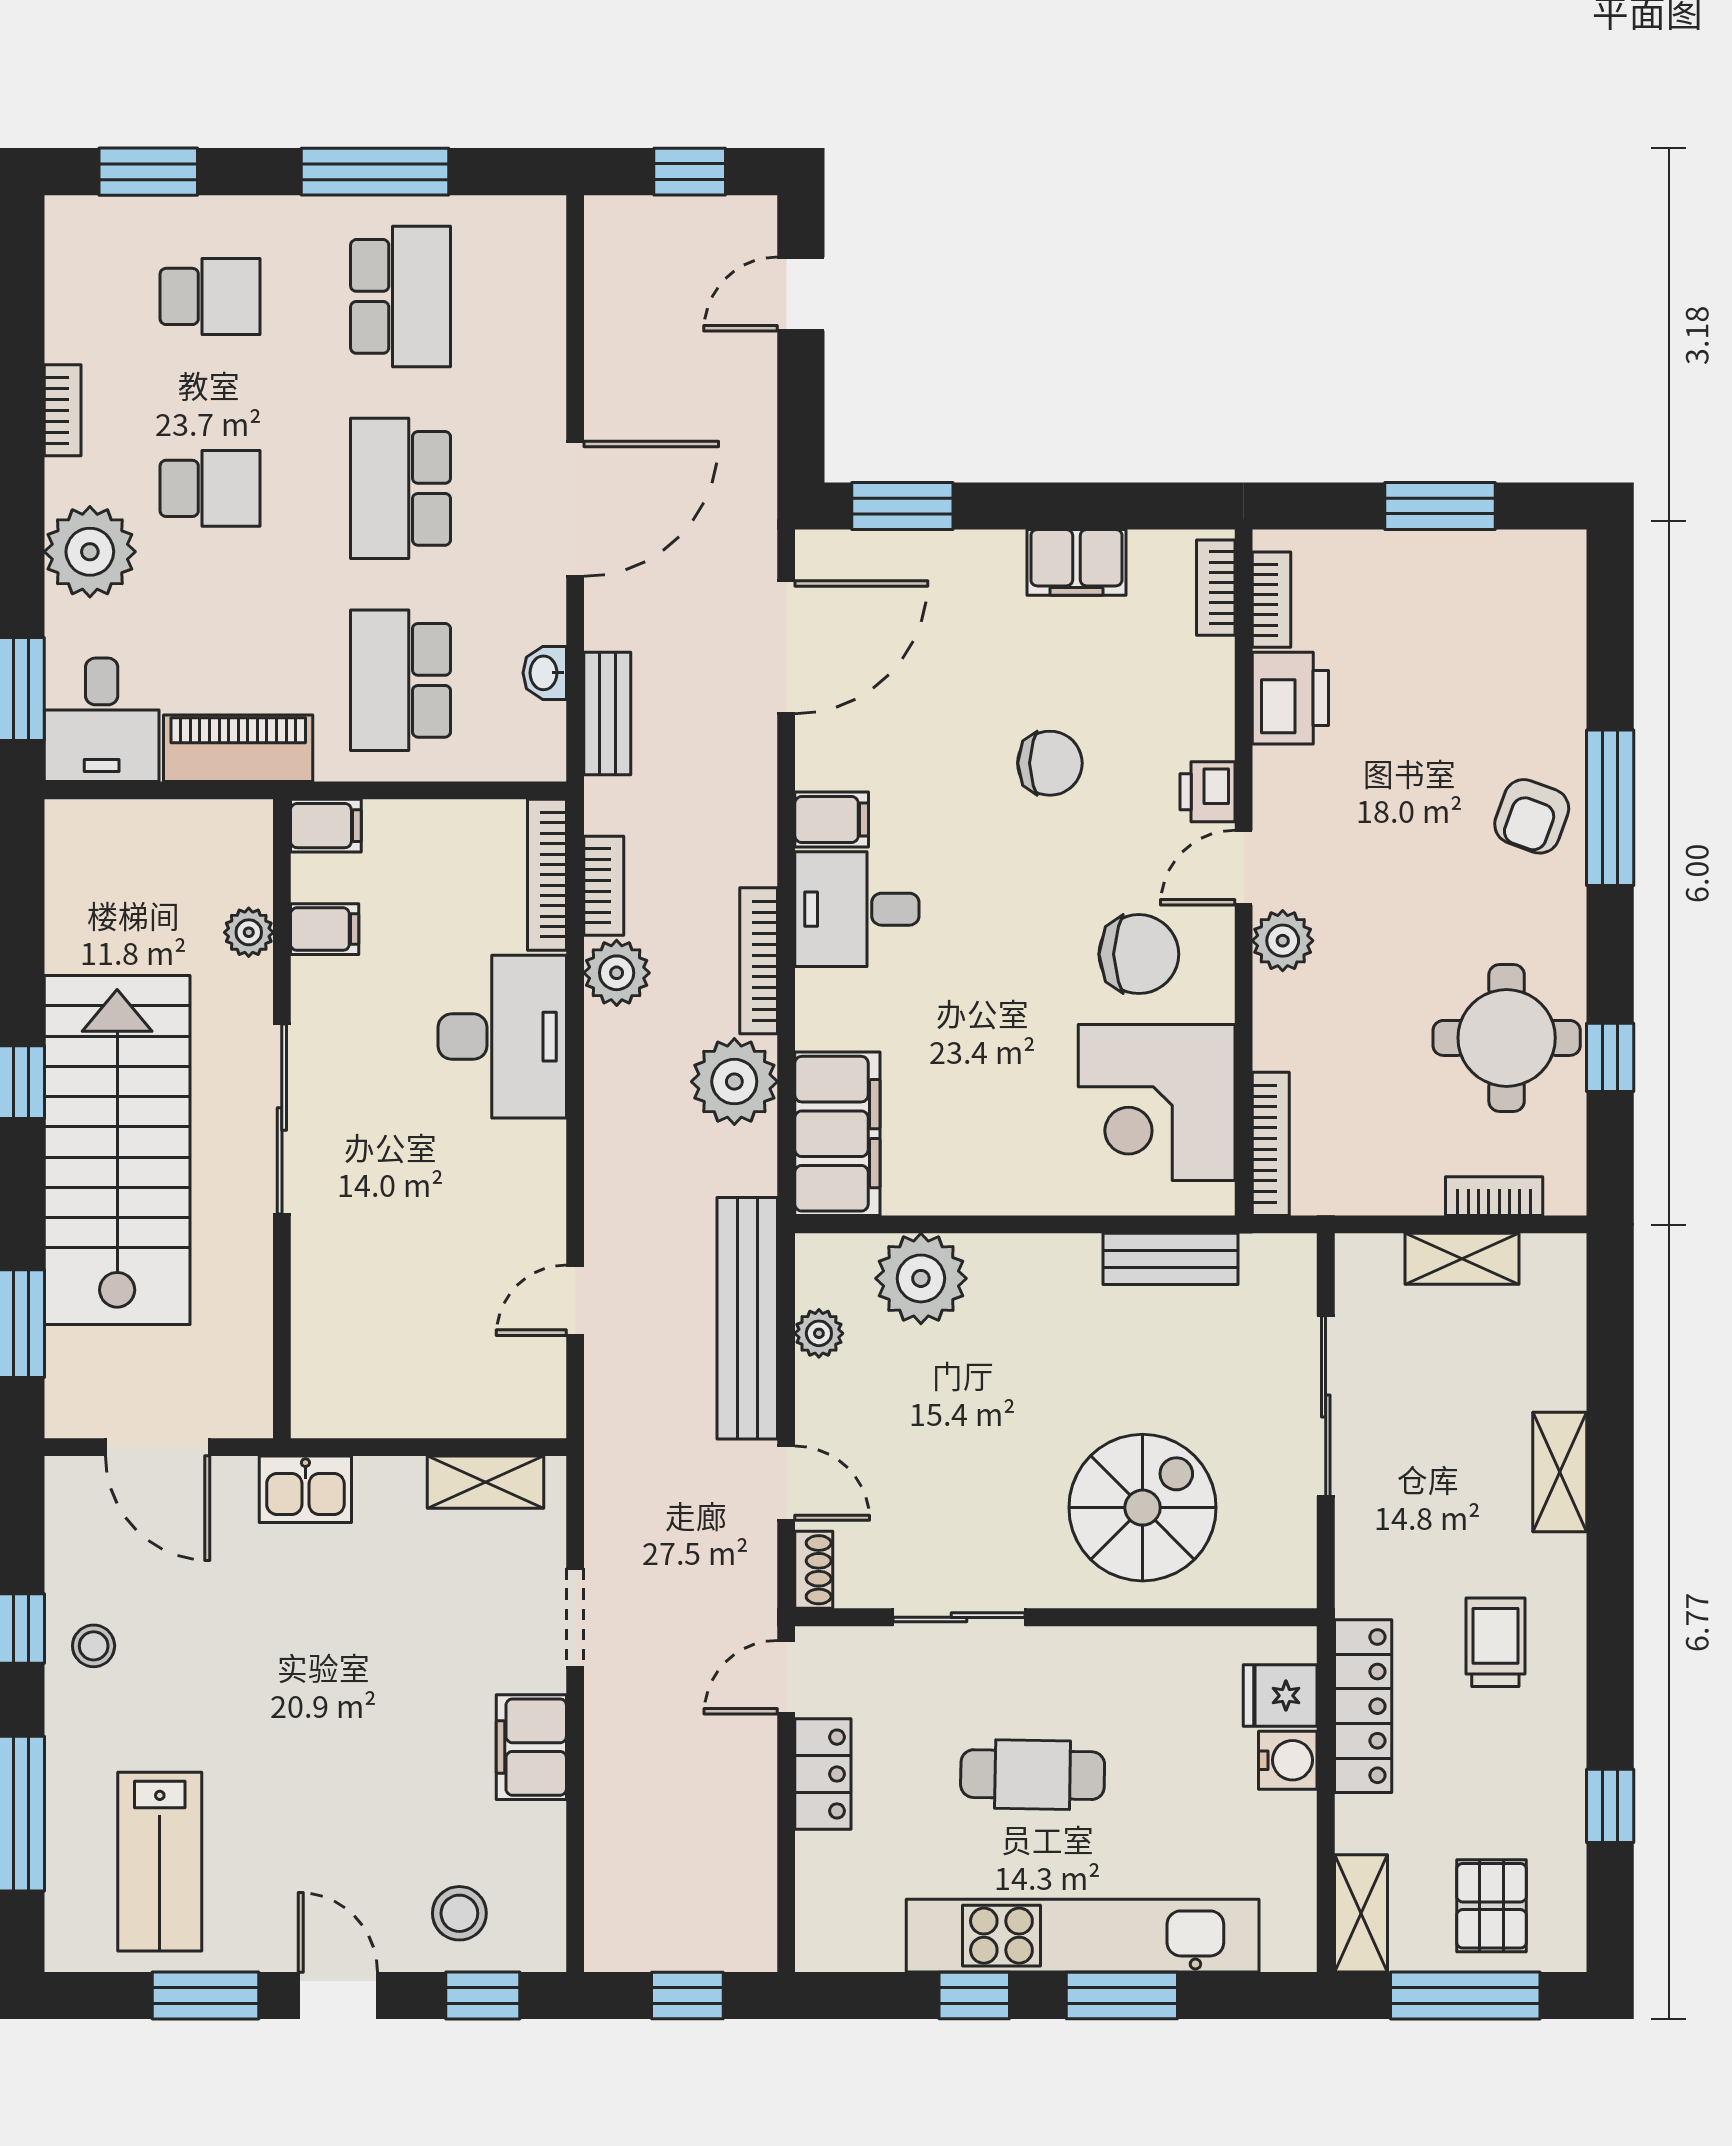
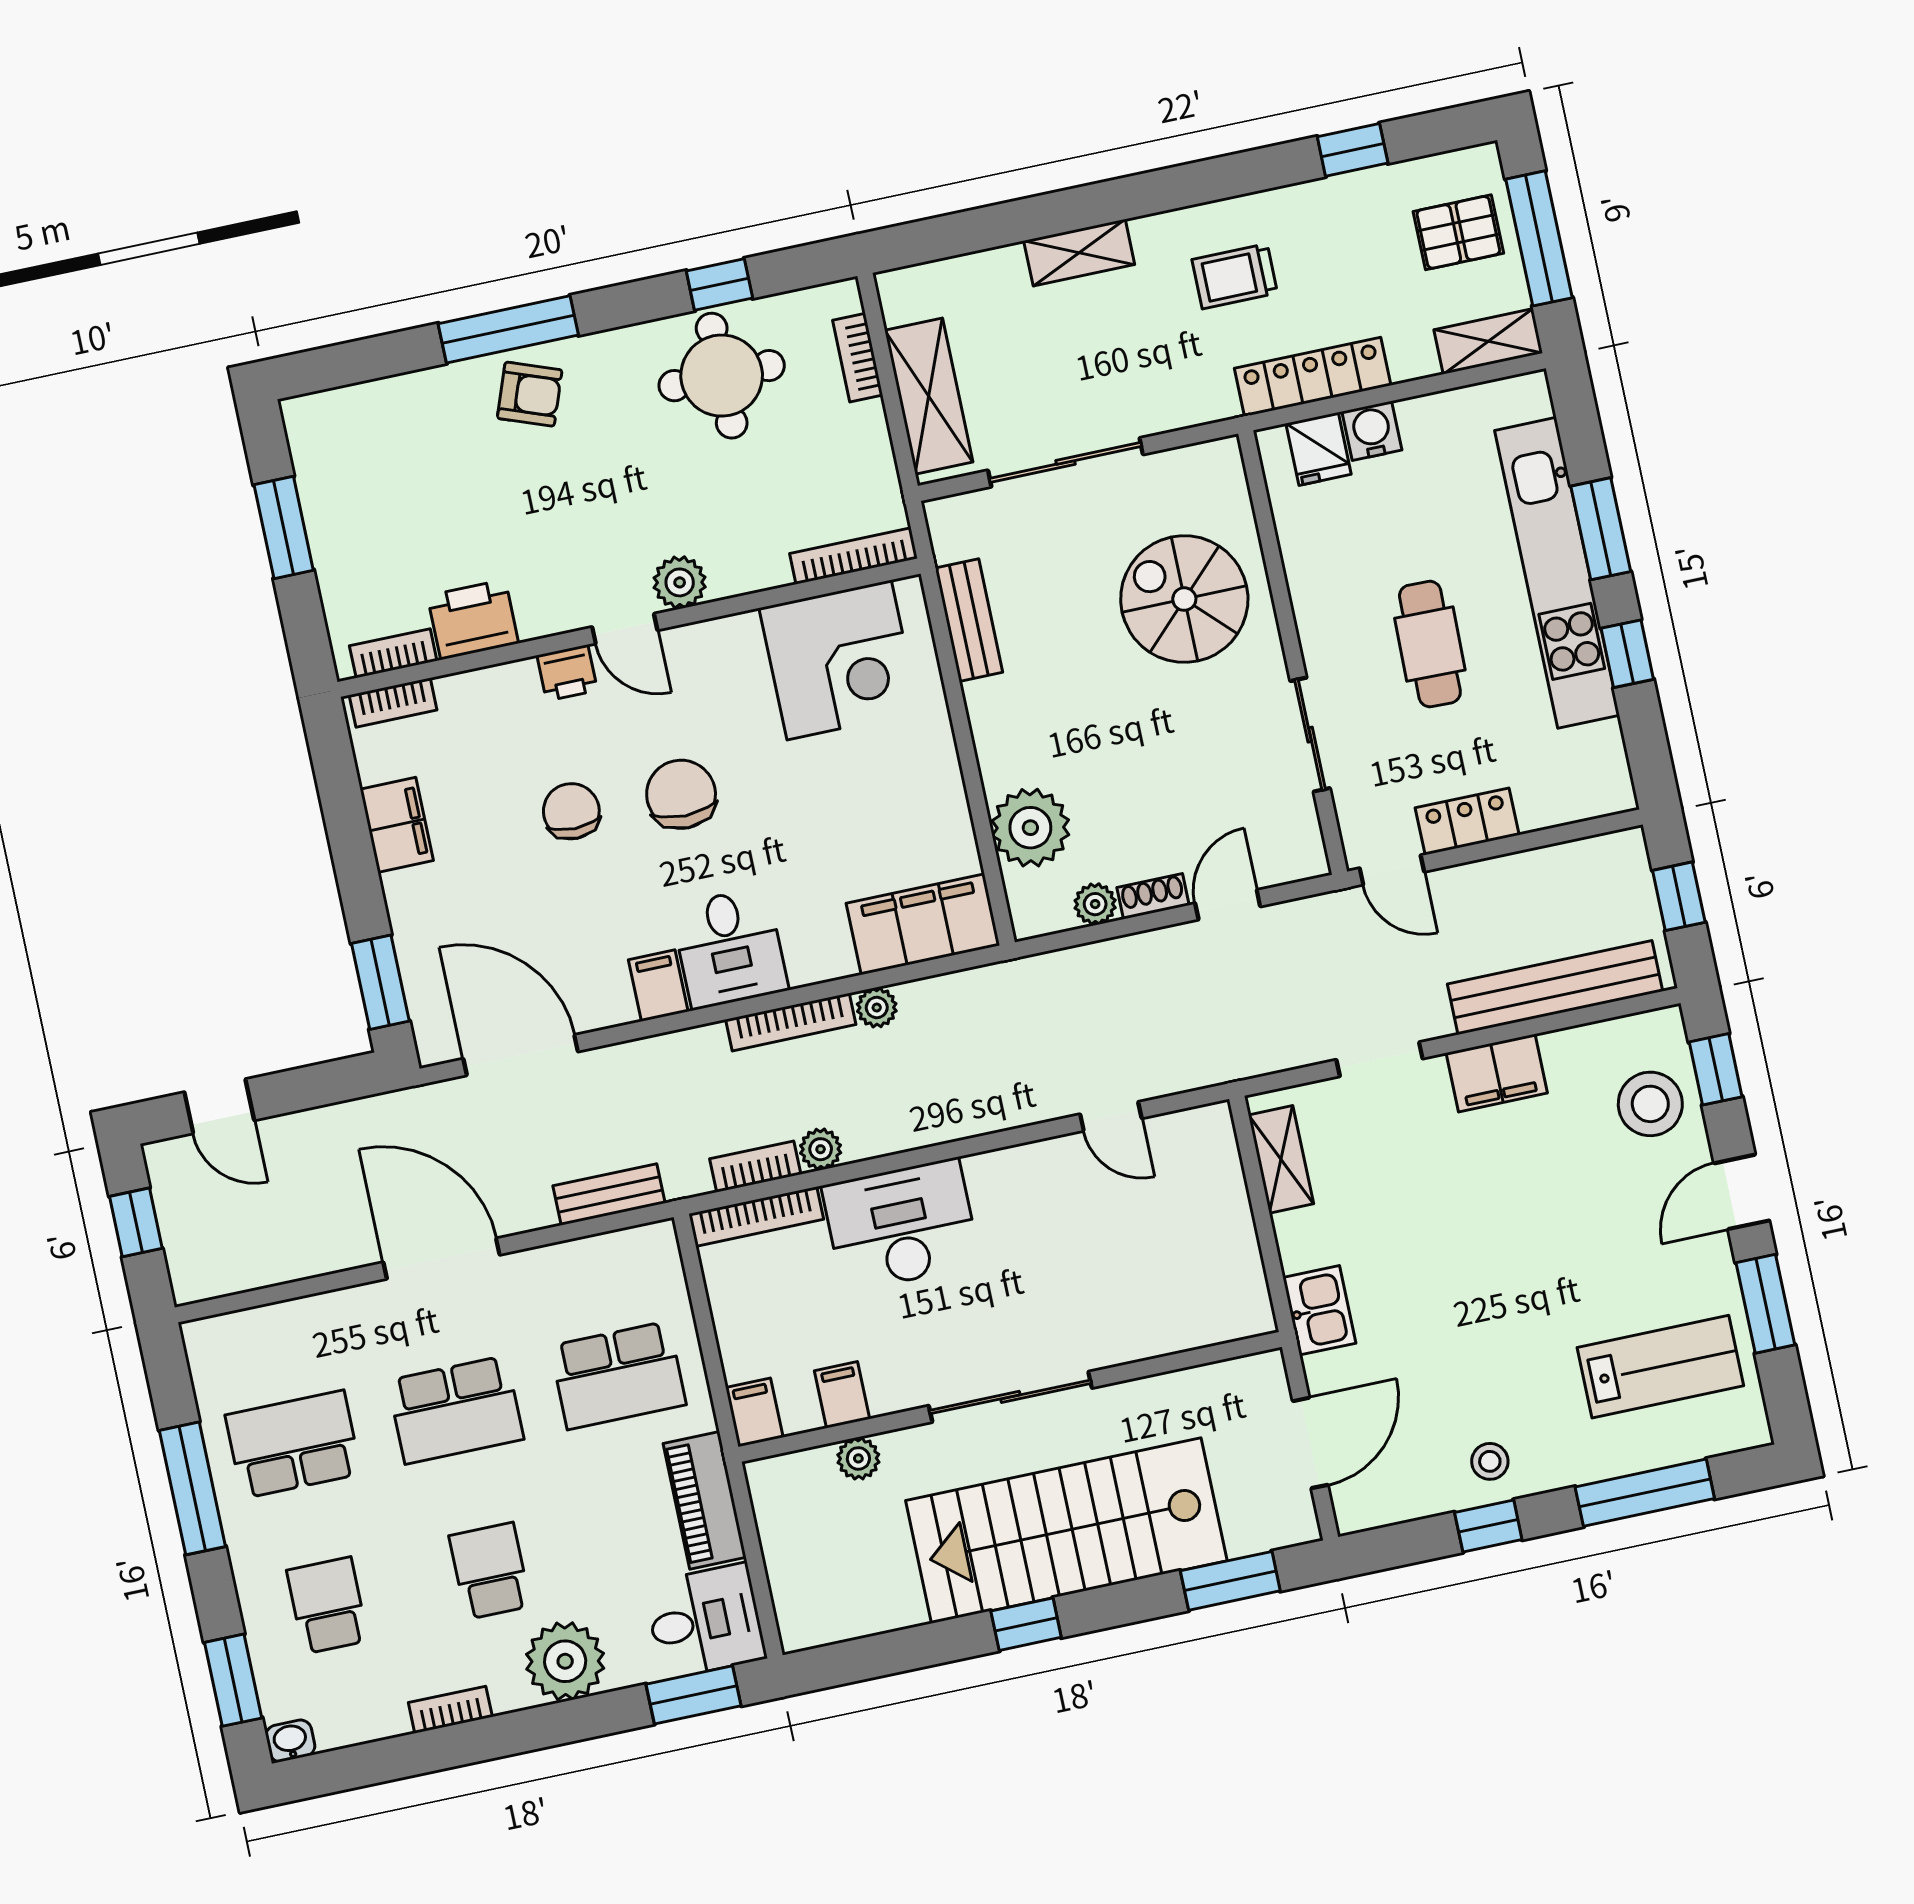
washbasin: (545, 673) -> (290, 1741), moved, turned 180
chair: (1139, 954) -> (681, 794), moved
plant: (617, 973) -> (821, 1149), width x0.73, depth x0.73
plant: (734, 1082) -> (877, 1008), width x0.53, depth x0.53
shelving: (1462, 1259) -> (929, 396), width x1.50, depth x1.33
bench: (747, 1318) -> (1555, 988), moved
shoe rack: (814, 1570) -> (1153, 896), moved
stool: (459, 1913) -> (1650, 1104), width x1.38, depth x1.38

